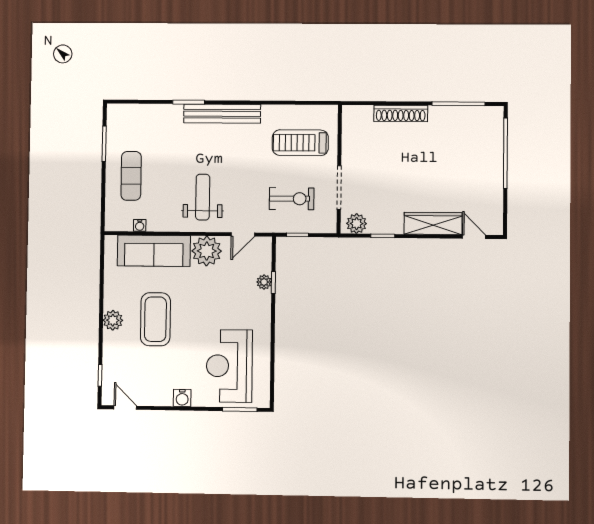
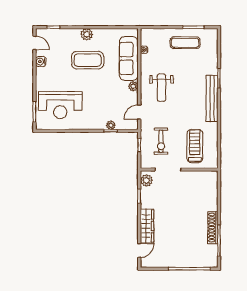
shoe rack: (401, 113) -> (213, 228), moved
exercise mat: (131, 176) -> (185, 43), moved
weight bench: (203, 197) -> (161, 88), turned 90
door: (243, 234) -> (139, 112), hinge flipped
plant: (207, 251) -> (133, 86), width x0.53, depth x0.53
reception desk: (229, 366) -> (60, 105), turned 180
water cooler: (182, 398) -> (41, 62), moved
door: (125, 408) -> (34, 43), hinge flipped

